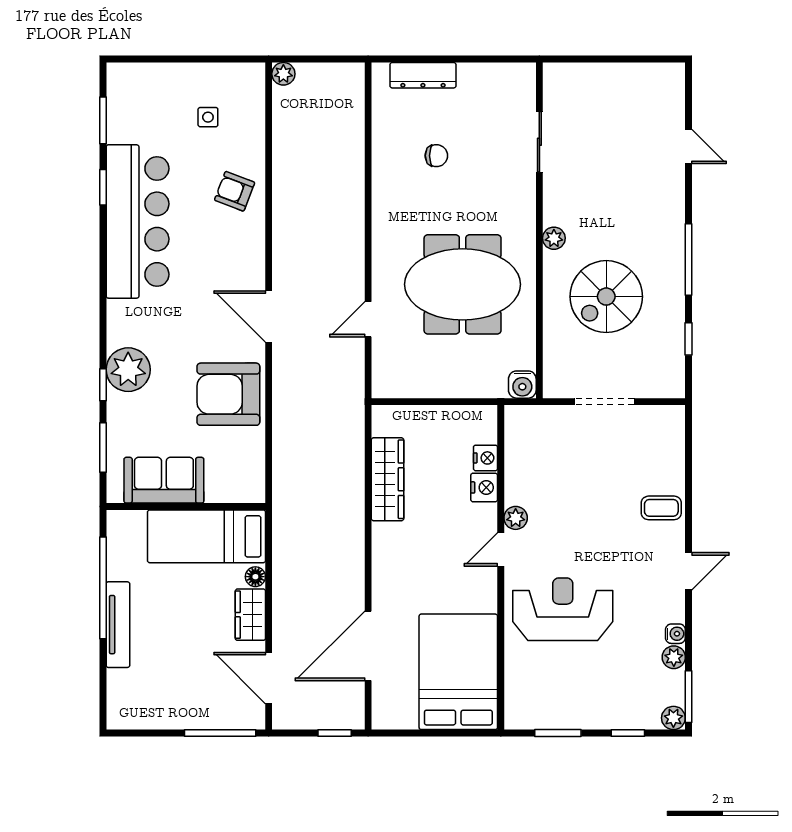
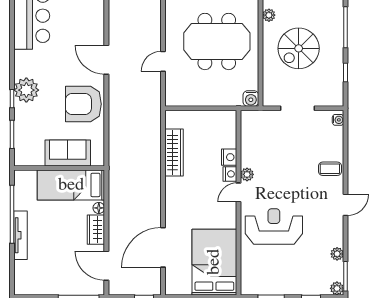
nightstand: (485, 458) -> (230, 174), moved
sofa: (164, 480) -> (68, 153), moved
water cooler: (675, 634) -> (338, 120), moved

